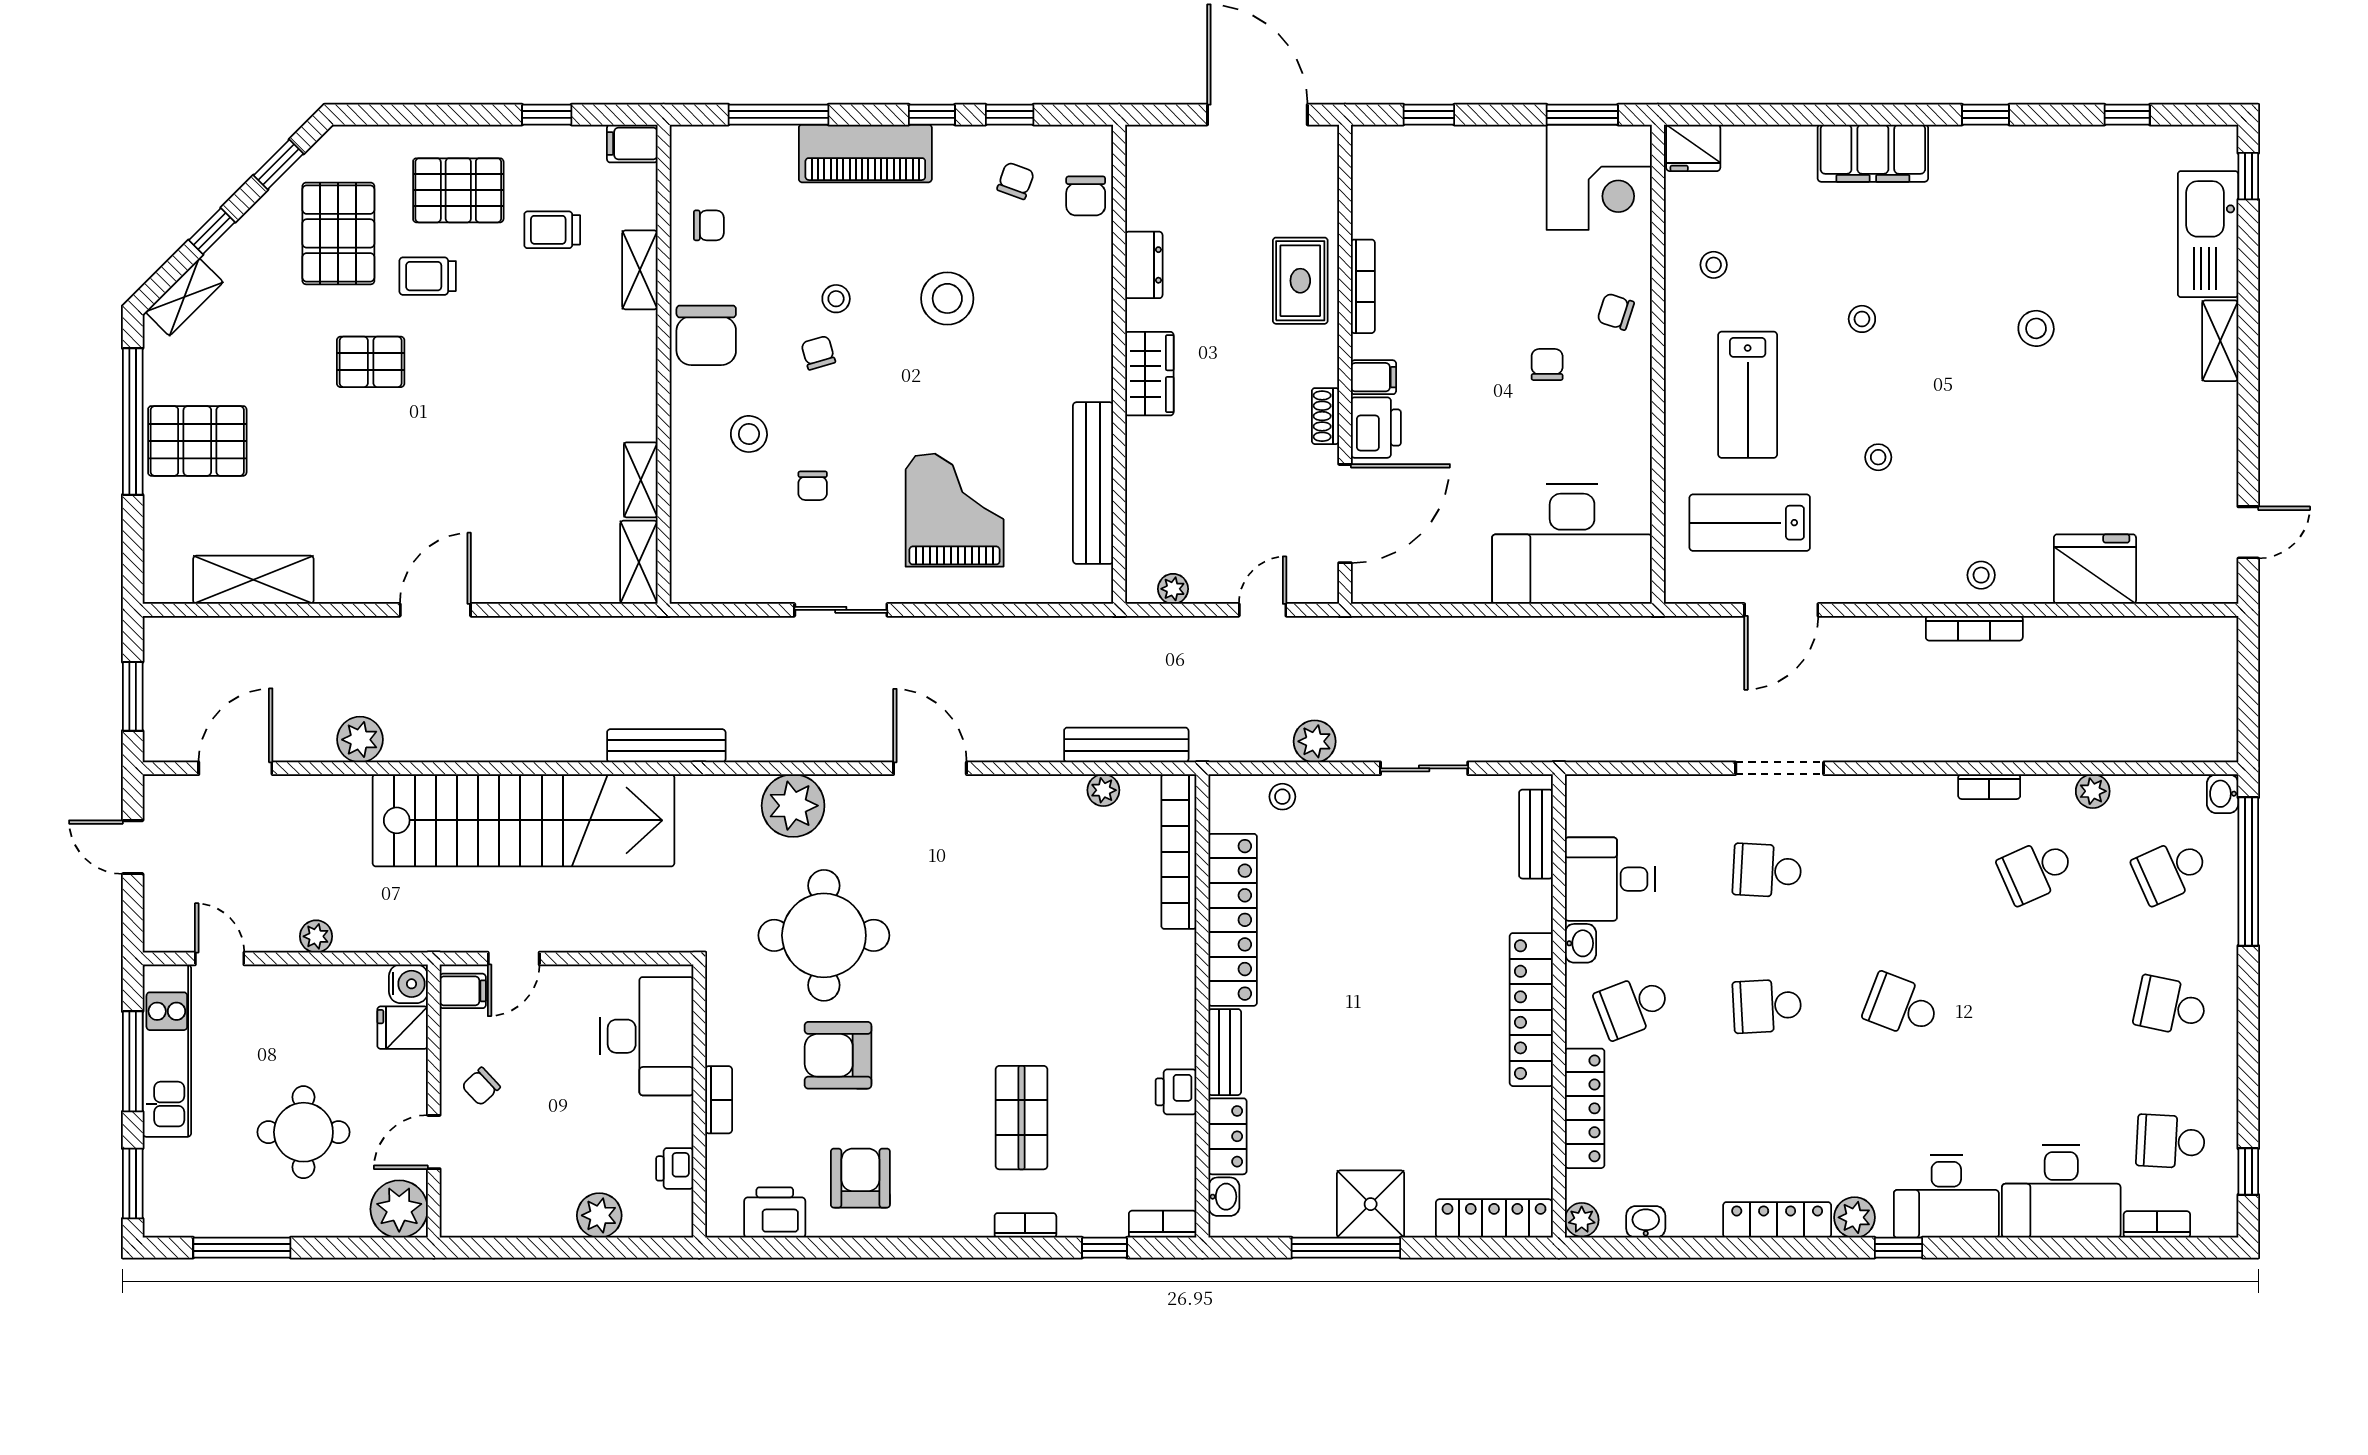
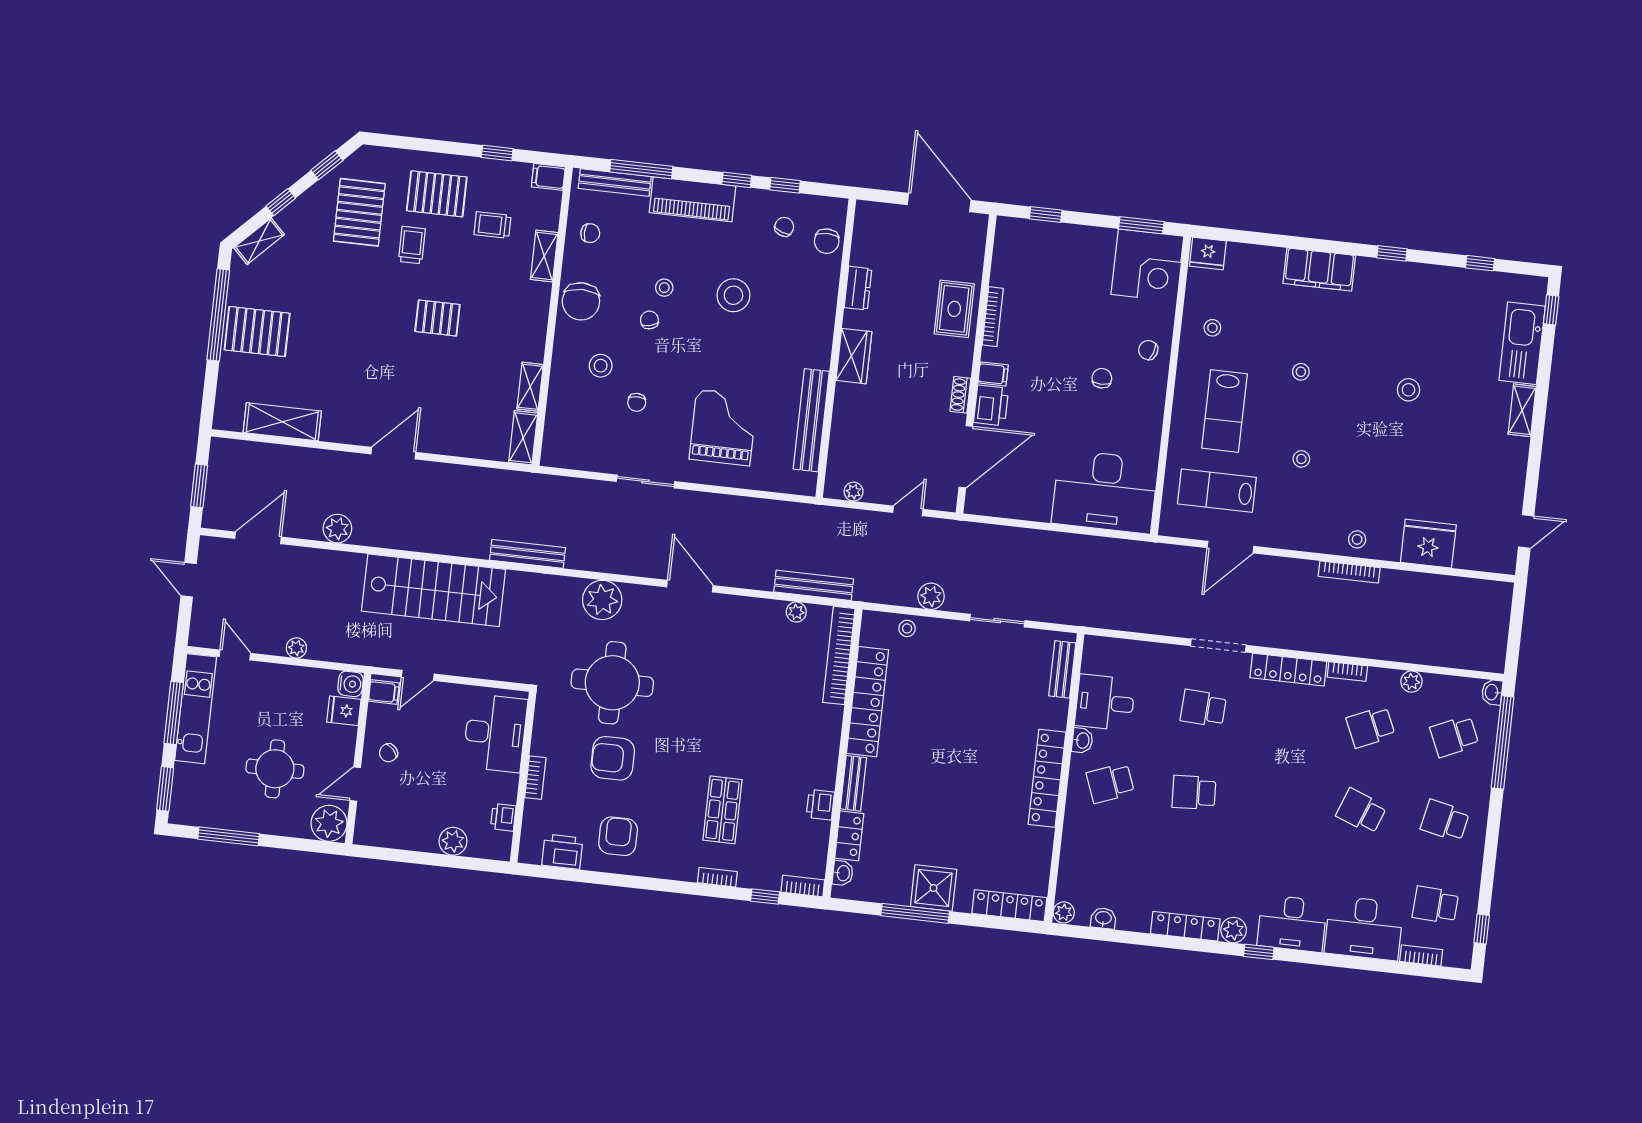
bench: (739, 140) -> (615, 182), added
trolley: (428, 276) -> (412, 245), turned 90
pallet: (371, 362) -> (437, 318), moved
stairs: (523, 820) -> (433, 590), width x0.73
school desk: (1902, 1006) -> (1361, 811), moved
locker: (1585, 1108) -> (1288, 670), moved, turned 90

